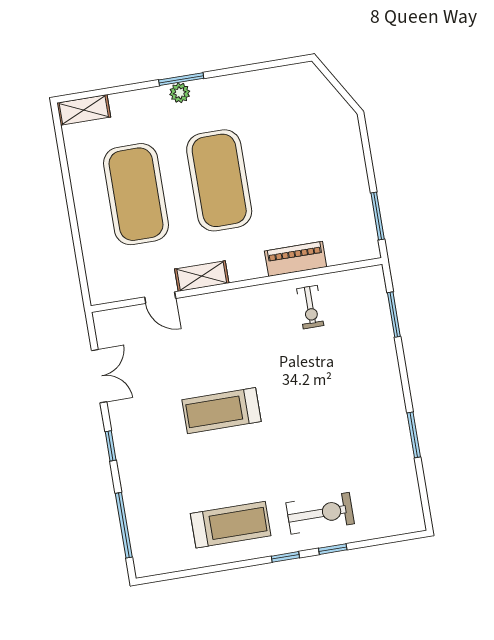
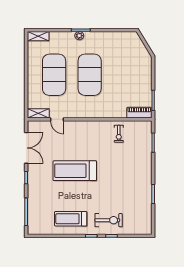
piano: (296, 259) -> (139, 113), moved
shelving: (202, 276) -> (38, 113), moved
double door: (99, 376) -> (26, 148), width x1.37
treadmill: (221, 411) -> (75, 171), width x1.37, depth x1.38
treadmill: (231, 525) -> (71, 219), turned 180

